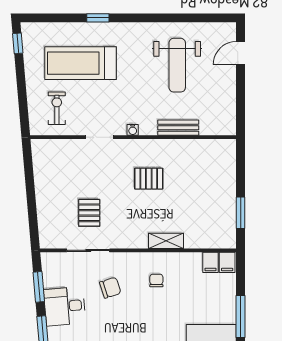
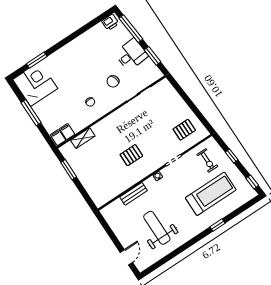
window: (22, 94) -> (232, 156), added
pallet: (89, 213) -> (184, 130), moved, turned 90
shelving: (166, 241) -> (83, 138), moved

